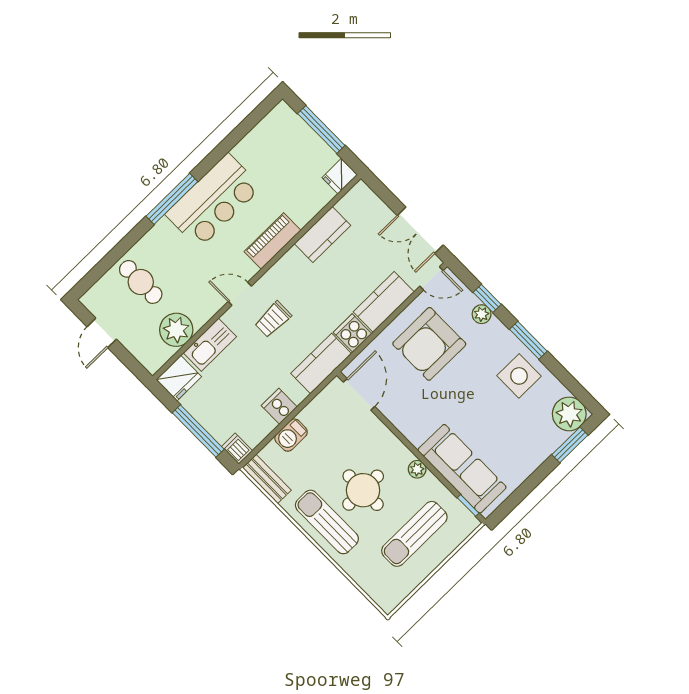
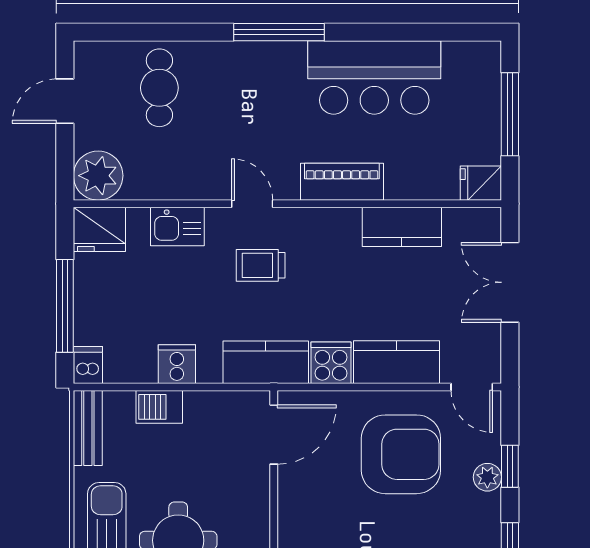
bar counter: (214, 201) -> (374, 77), moved
double door: (420, 230) -> (510, 282), moved
plant: (176, 330) -> (98, 176), moved
armchair: (429, 344) -> (401, 454), turned 180
kitchen sink: (210, 345) -> (177, 226), width x0.73

